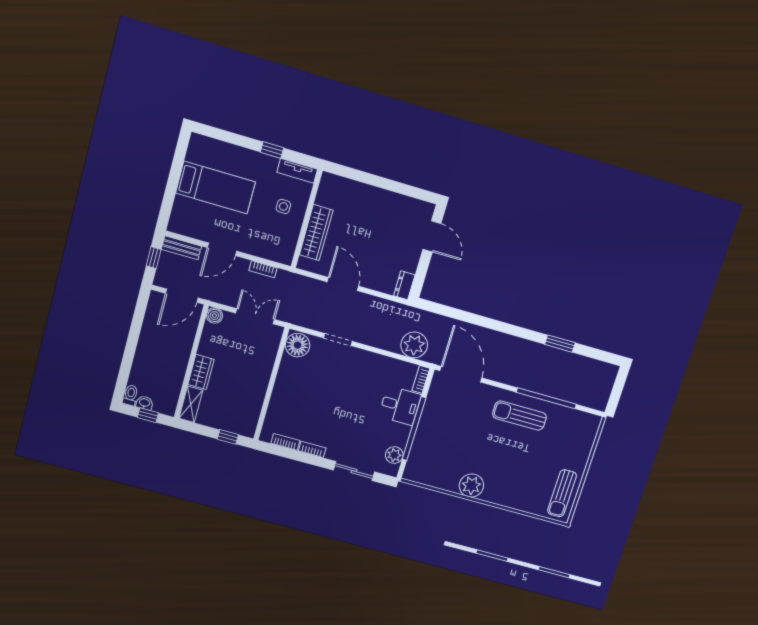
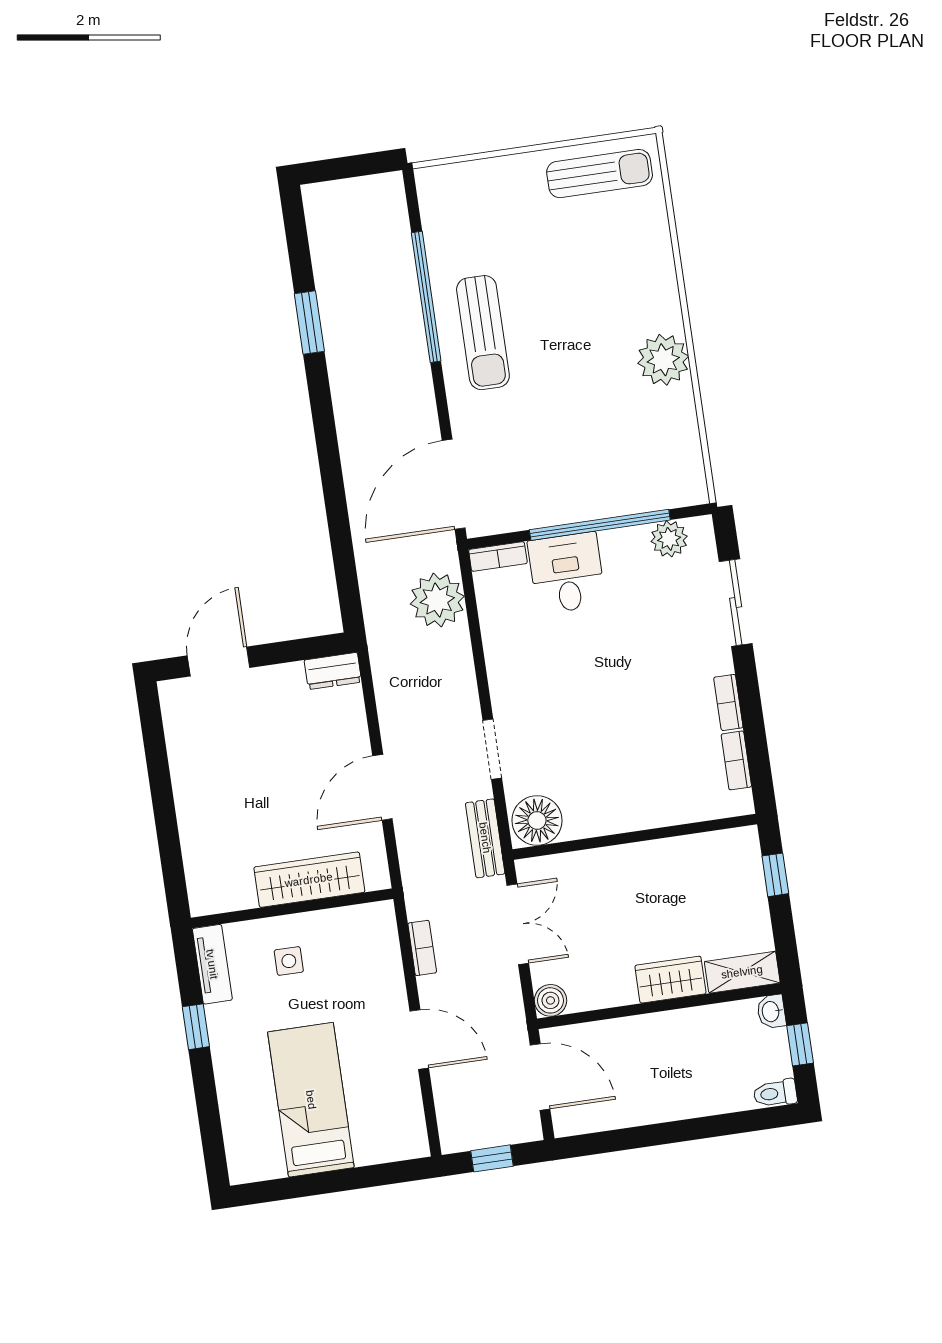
bench: (181, 248) -> (485, 838), moved
double door: (255, 316) -> (518, 924), swing flipped
washbasin: (145, 403) -> (771, 1011), moved

